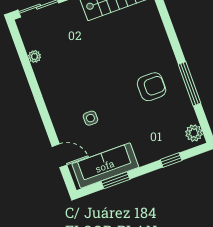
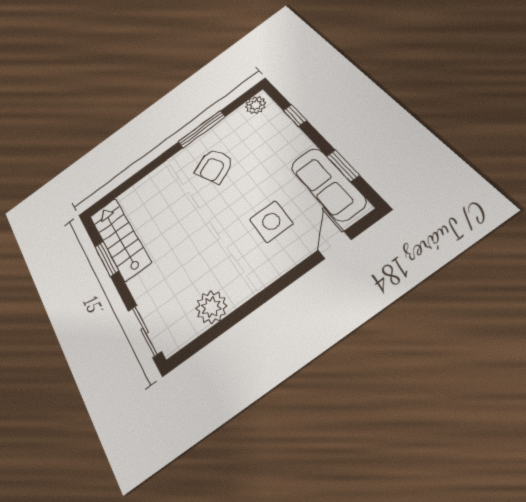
plant: (34, 56) -> (211, 307), width x1.88, depth x1.88
armchair: (152, 87) -> (214, 166), turned -115
side table: (90, 118) -> (271, 222), width x1.87, depth x1.87

